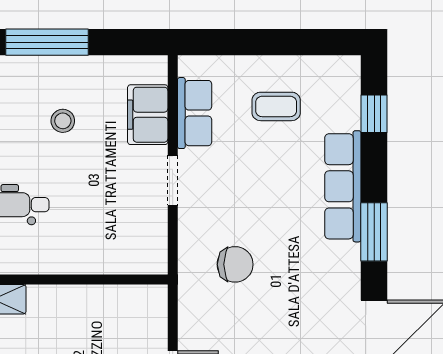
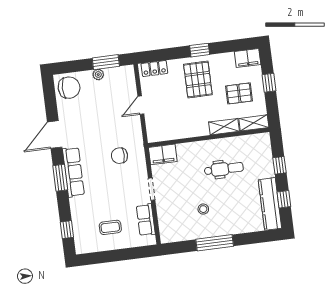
filing cabinet: (148, 115) -> (163, 154), moved, turned 90
row of seats: (343, 186) -> (73, 172), moved

